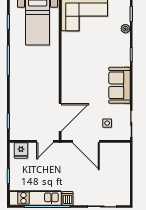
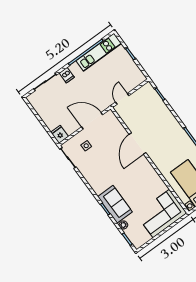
sofa: (119, 85) -> (115, 204), moved
door: (60, 117) -> (137, 143), moved
fridge: (21, 150) -> (60, 134), moved
dishwasher: (68, 198) -> (67, 75), moved

